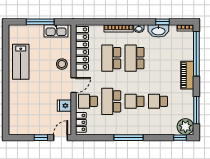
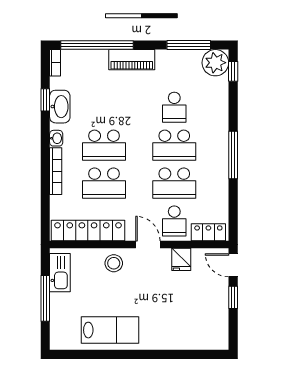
school desk: (135, 101) -> (174, 145), width x1.85

